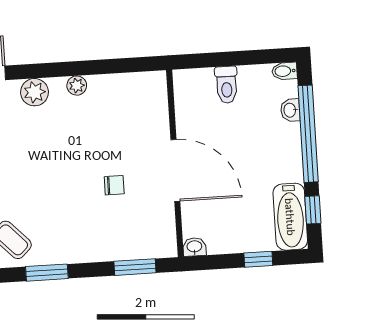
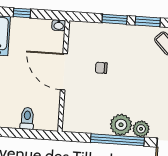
window: (71, 69) -> (117, 140), added
plant: (77, 86) -> (121, 125), width x1.88, depth x1.88
window: (135, 267) -> (115, 19), moved

